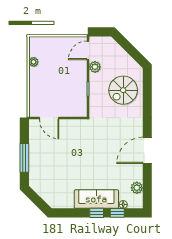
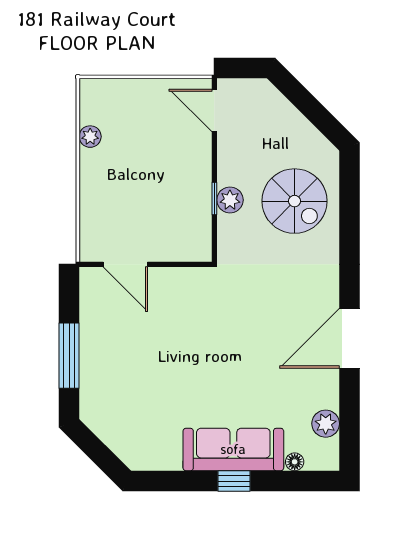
door: (88, 50) -> (214, 110), hinge flipped
plant: (95, 67) -> (230, 200), moved
spiral stairs: (123, 90) -> (294, 201), turned -90
window: (117, 213) -> (281, 481), removed

